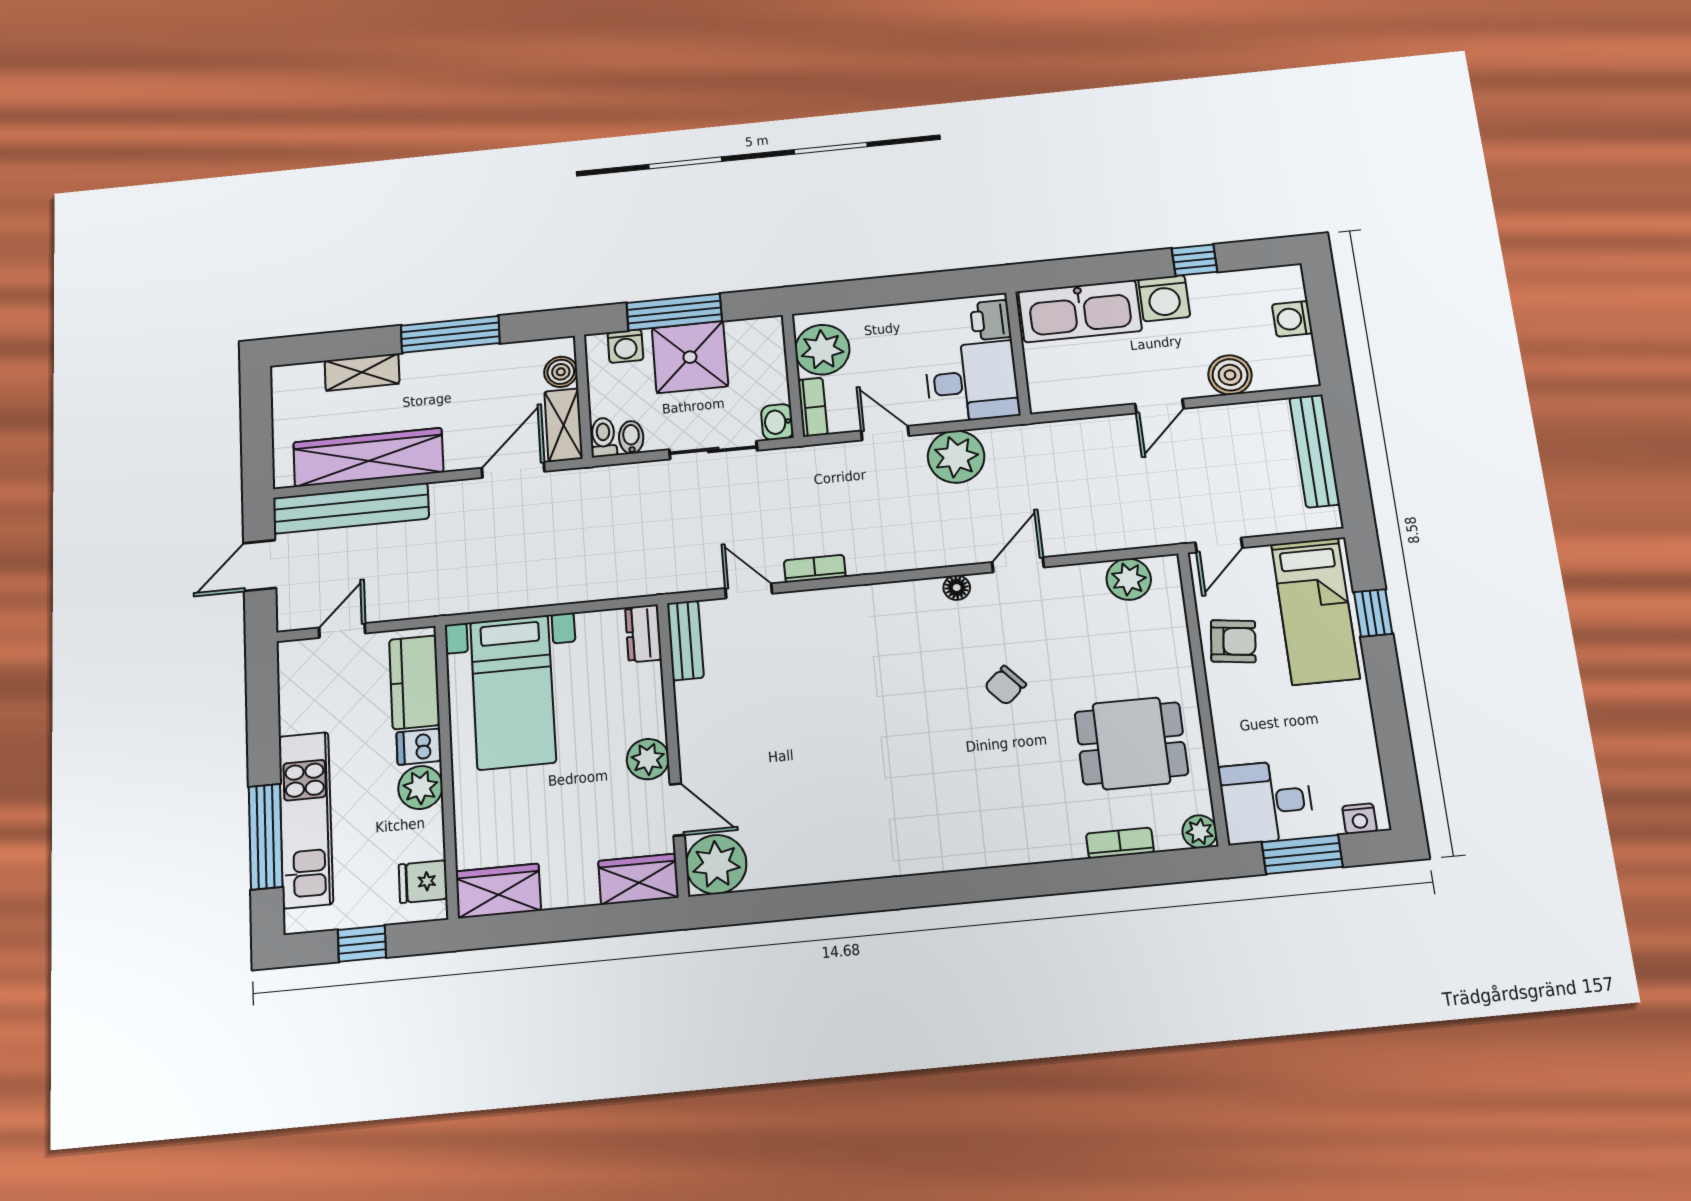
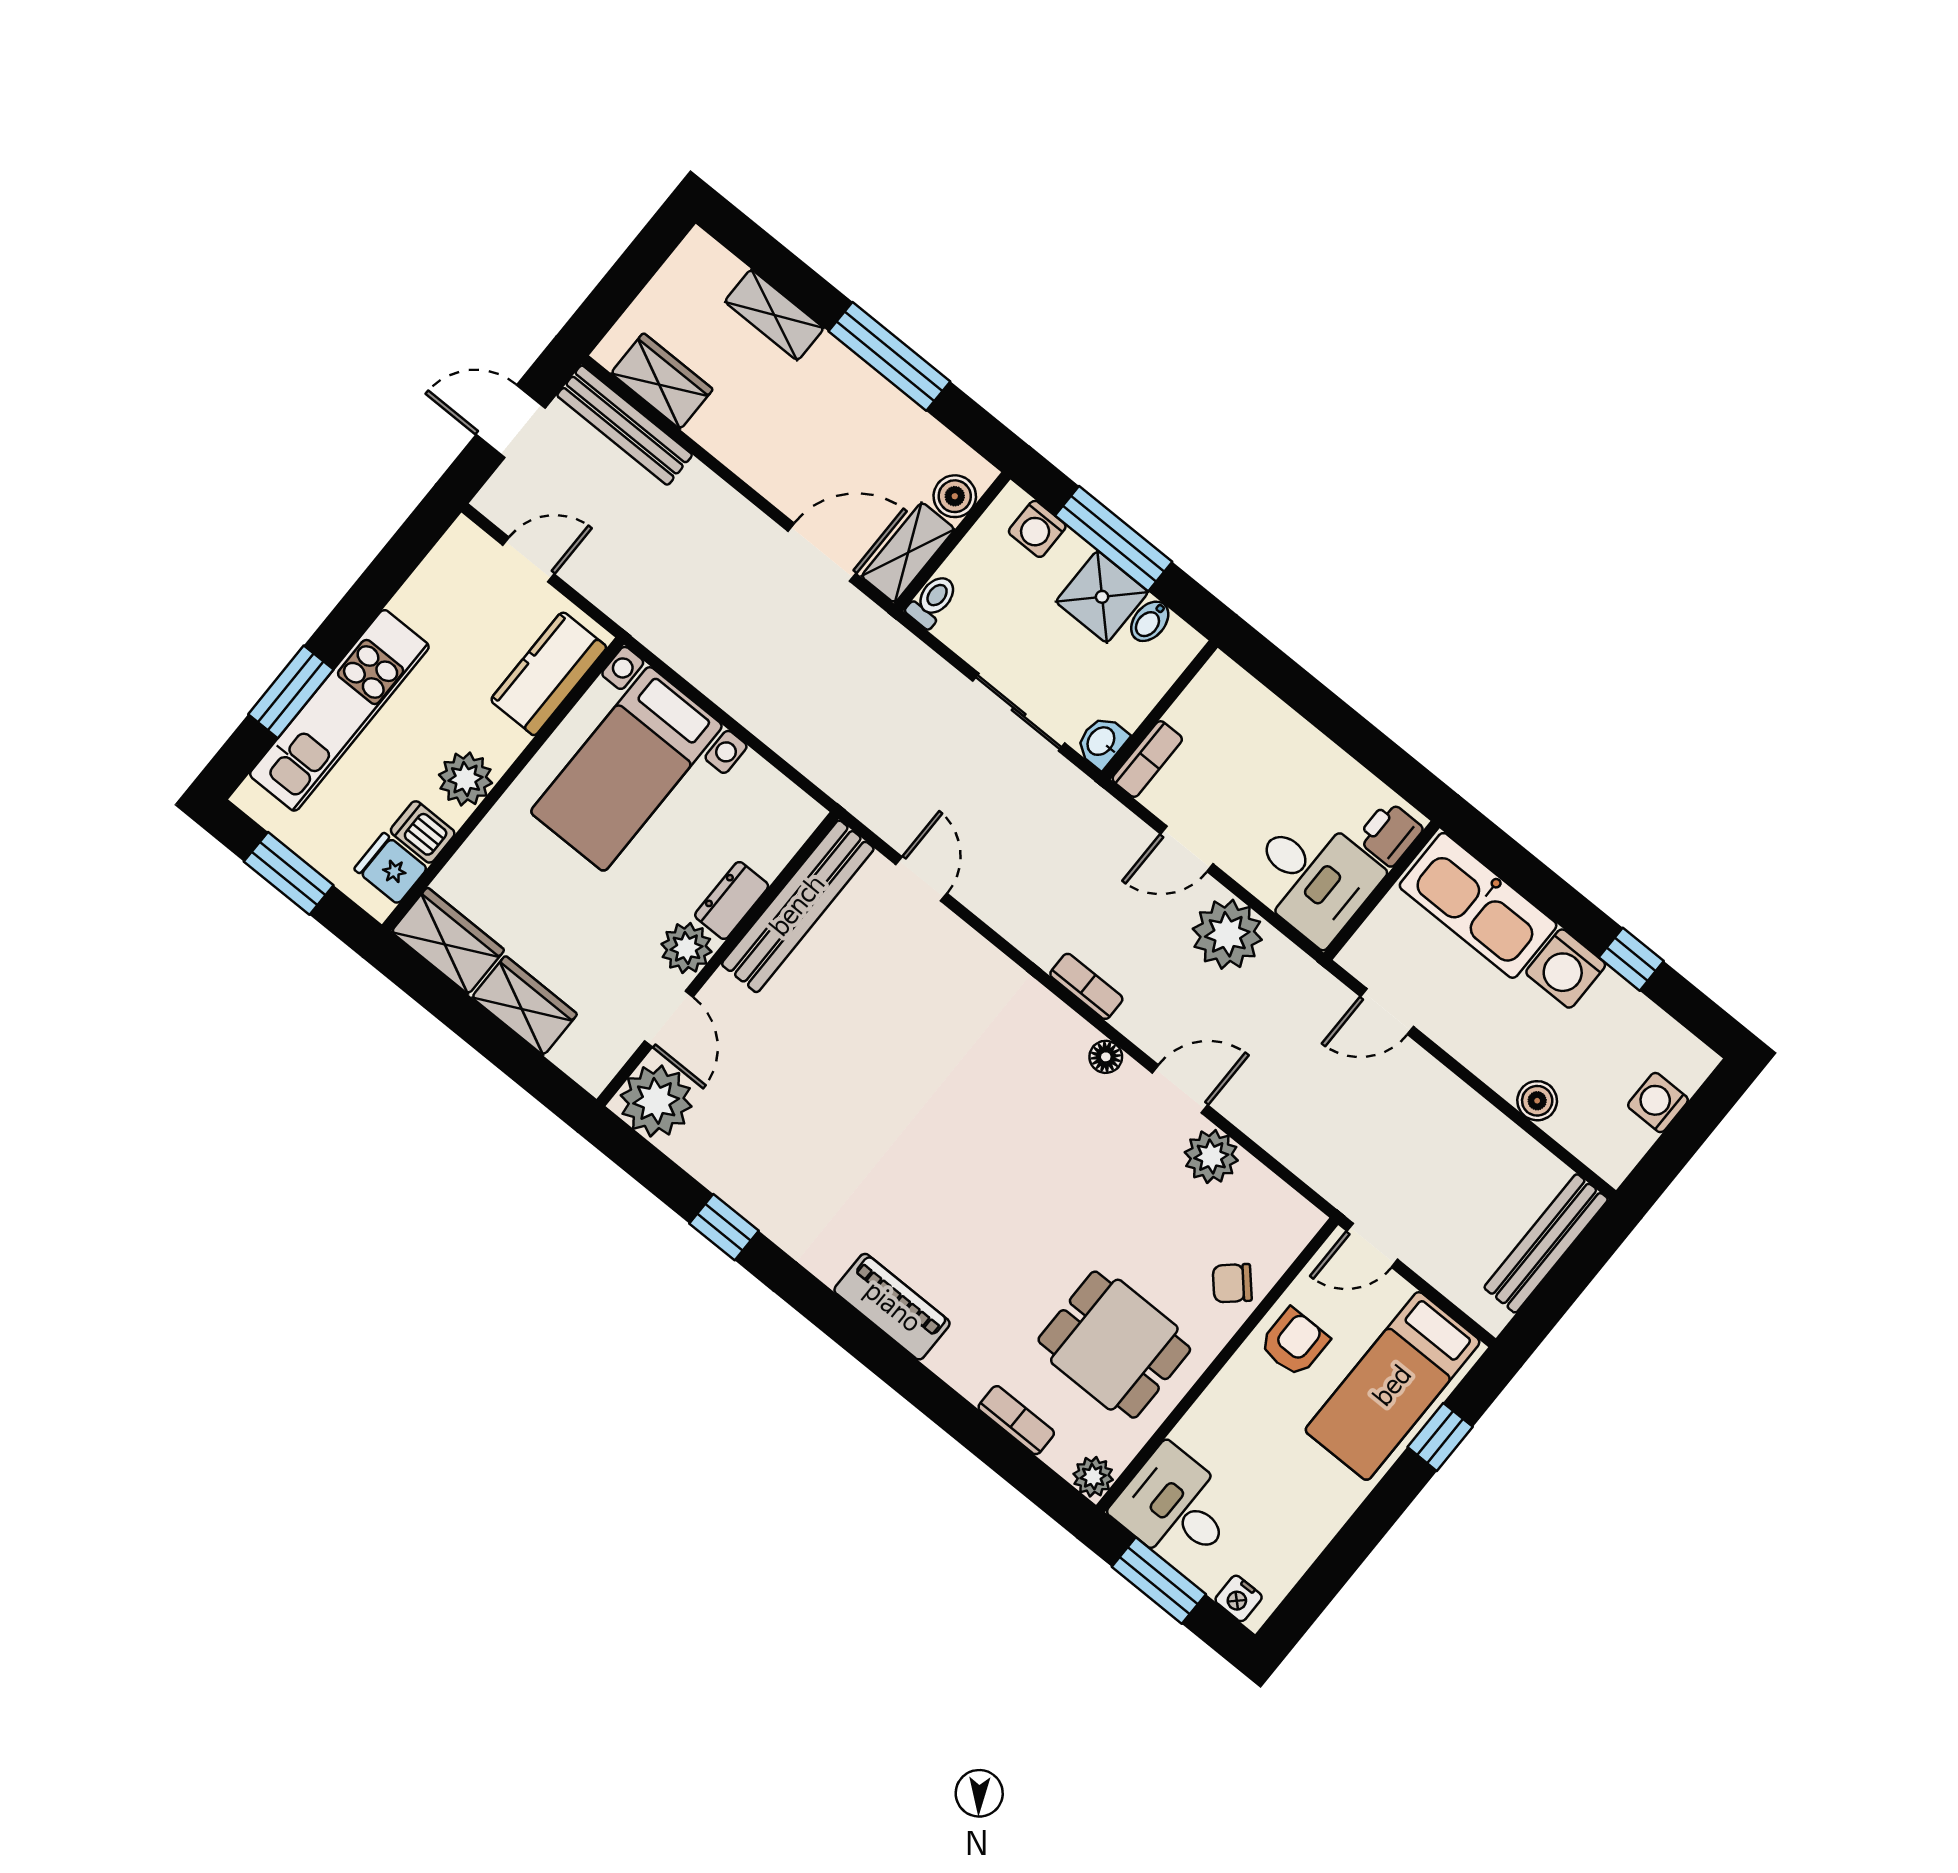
plant: (822, 350) -> (1211, 711), removed
shower: (690, 357) -> (1102, 597), width x0.73, depth x0.73
boiler: (1230, 375) -> (1537, 1101), width x0.73, depth x0.73
door: (1159, 406) -> (1387, 1011), moved
door: (885, 433) -> (1187, 849), swing flipped
bidet: (631, 437) -> (1150, 621), moved, turned 180
wardrobe: (368, 457) -> (662, 381), width x0.48, depth x0.85
bench: (351, 508) -> (625, 425), width x0.73, depth x0.82
bookcase: (815, 569) -> (1086, 986), moved
plant: (1129, 579) -> (1211, 1156), moved
dresser: (643, 633) -> (732, 901), moved
bench: (685, 640) -> (798, 906), width x1.86, depth x1.21
armchair: (1233, 641) -> (1294, 1342), turned -97
chair: (1005, 685) -> (1232, 1283), moved
dishwasher: (419, 747) -> (423, 832), moved
window: (266, 837) -> (291, 692), width x0.69
piano: (978, 848) -> (892, 1307), added
wardrobe: (638, 879) -> (524, 1006), moved
window: (830, 899) -> (724, 1227), added
window: (362, 944) -> (289, 873), width x1.50

